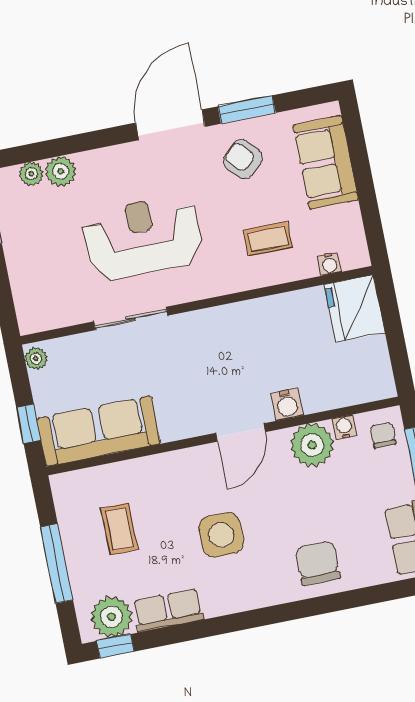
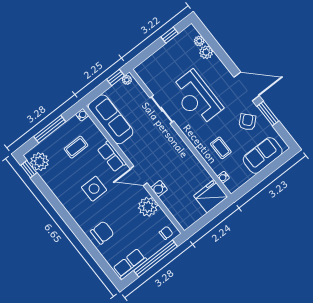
reception desk: (143, 237) -> (196, 98), turned 180
window: (29, 424) -> (115, 78), moved
water cooler: (344, 427) -> (82, 115), moved
row of seats: (168, 610) -> (112, 156), moved, turned 180

